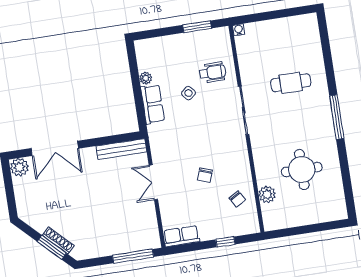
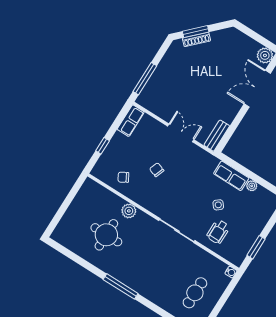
cafe table: (291, 83) -> (195, 293), moved
bench: (121, 149) -> (217, 136), width x0.73
plant: (267, 194) -> (129, 211), moved

